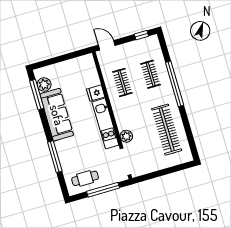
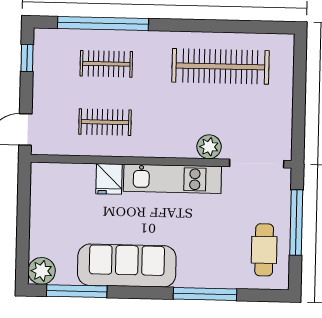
plant: (44, 84) -> (42, 271), moved
window: (175, 84) -> (103, 23), moved

